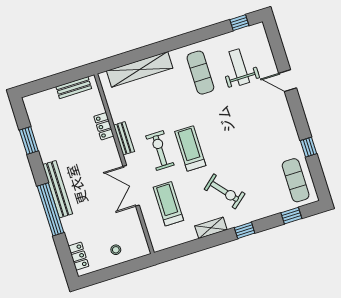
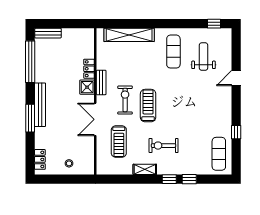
door: (288, 81) -> (236, 78), hinge flipped
bench: (74, 88) -> (48, 33), moved
window: (29, 140) -> (30, 62), width x2.11
shower: (108, 149) -> (87, 87), added
exercise bike: (225, 191) -> (163, 146), turned 130
treadmill: (168, 204) -> (119, 141), turned 180
window: (51, 209) -> (30, 118), width x0.68
window: (291, 216) -> (189, 179), moved

